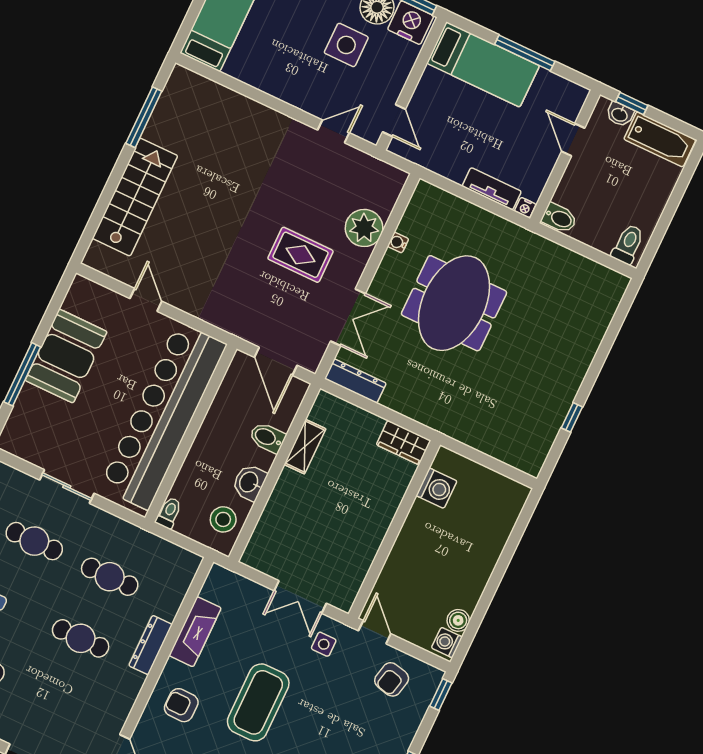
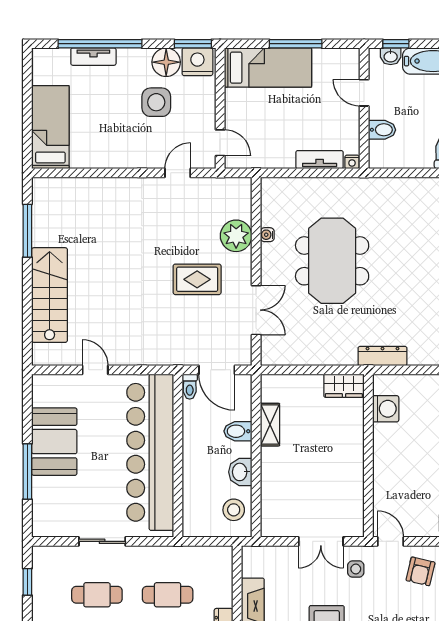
bidet: (559, 218) -> (382, 130), moved
dresser: (355, 381) -> (382, 356), moved
toilet: (169, 513) -> (190, 387), moved, turned 180

